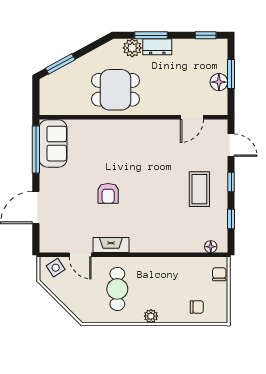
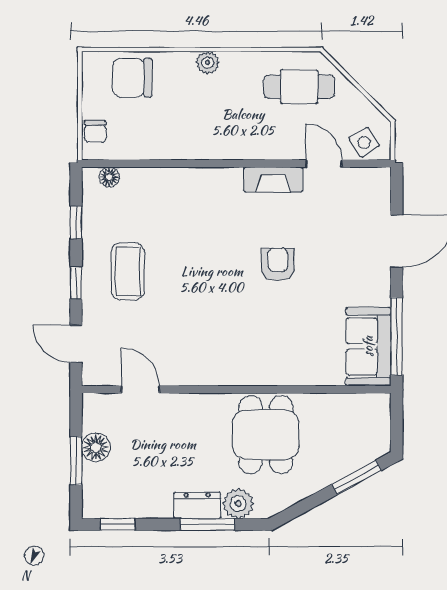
dining table: (115, 90) -> (266, 435), turned 90
door: (192, 117) -> (140, 389), hinge flipped
cafe table: (117, 289) -> (299, 87), moved, turned 90
chair: (197, 307) -> (132, 78), width x1.87, depth x1.87

